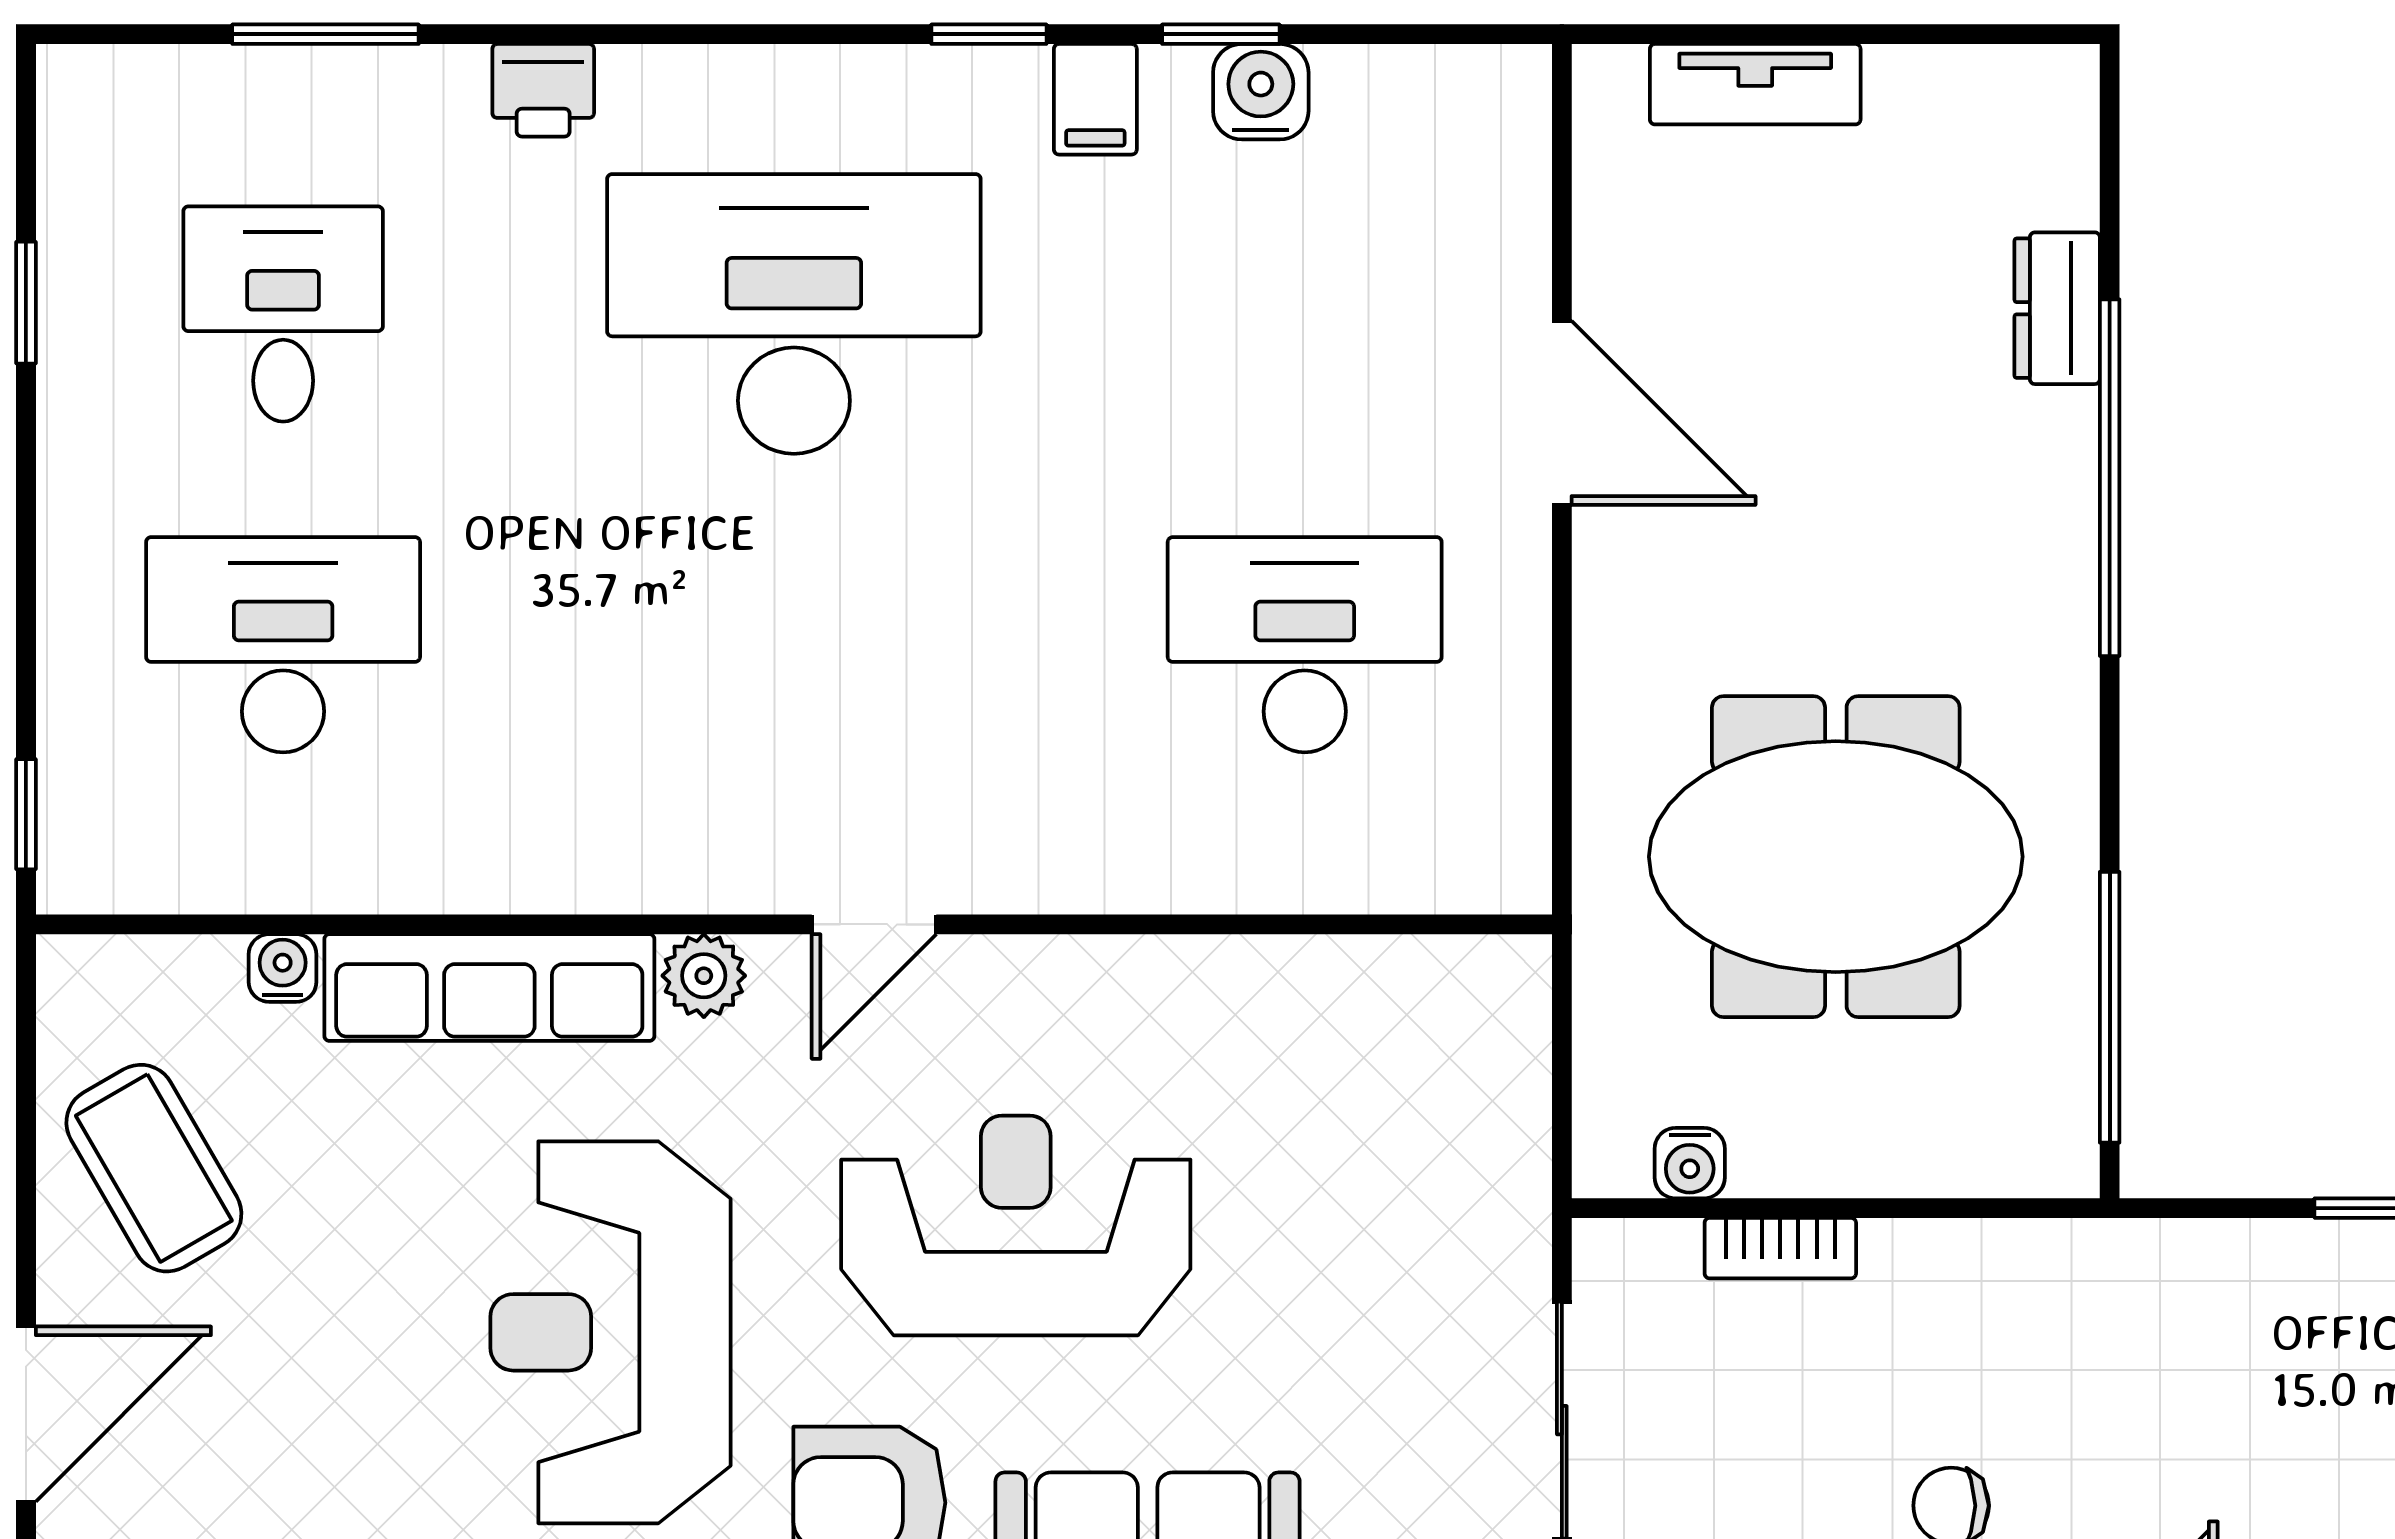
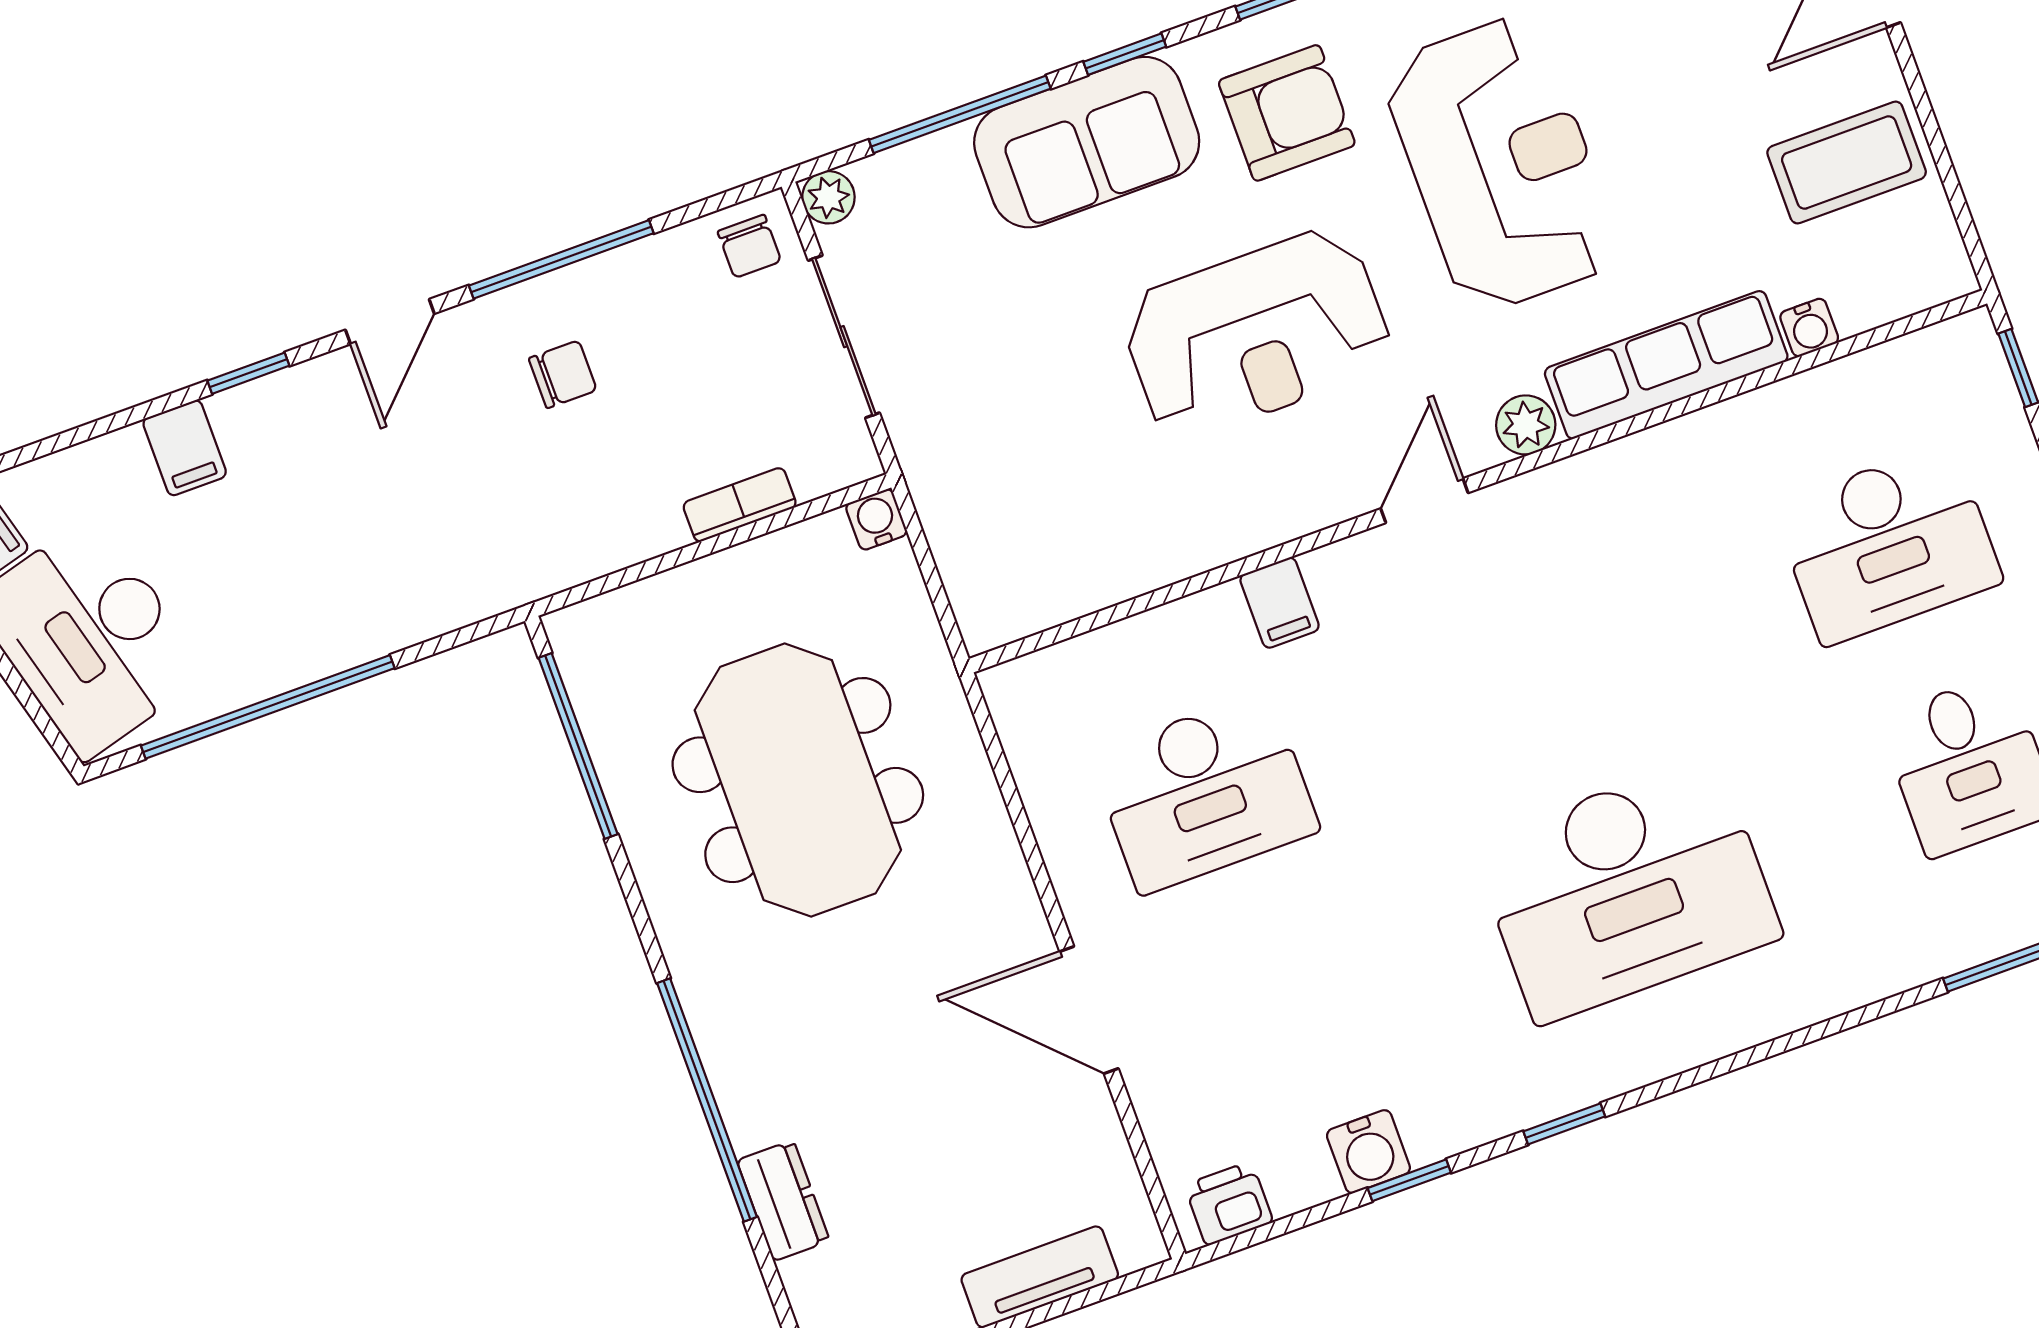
printer: (543, 90) -> (1229, 1204), moved
filing cabinet: (1095, 99) -> (1280, 603), moved, turned 180
meeting table: (1836, 857) -> (798, 780), turned 90
water cooler: (1690, 1163) -> (876, 519), moved
coffee table: (154, 1168) -> (1847, 162), turned -60

